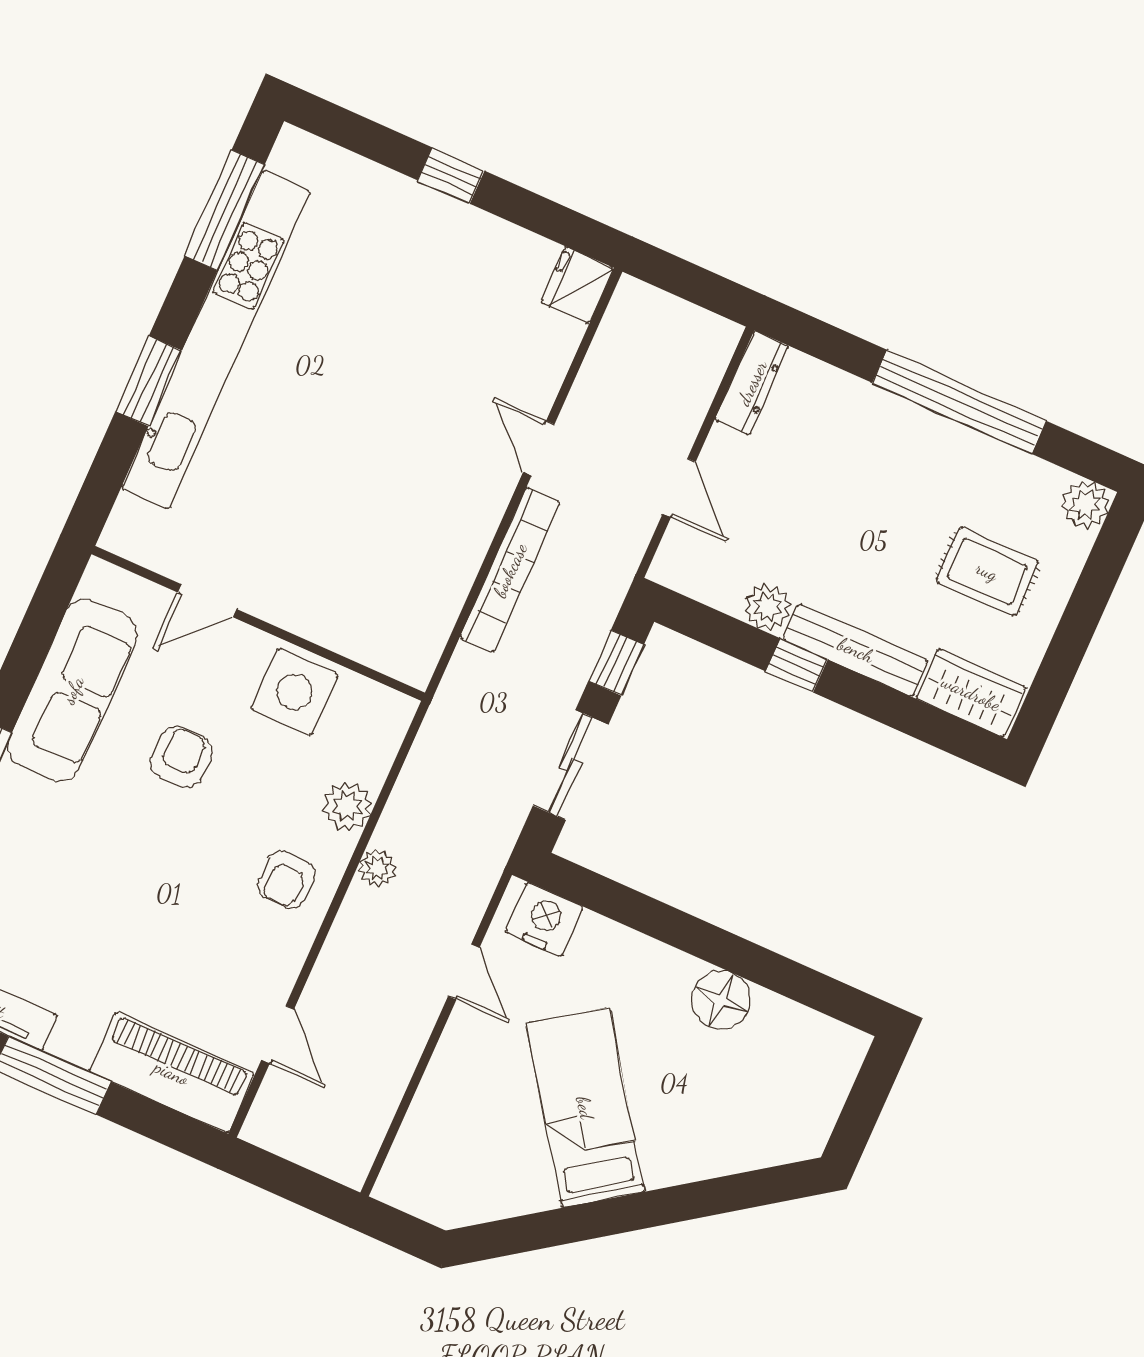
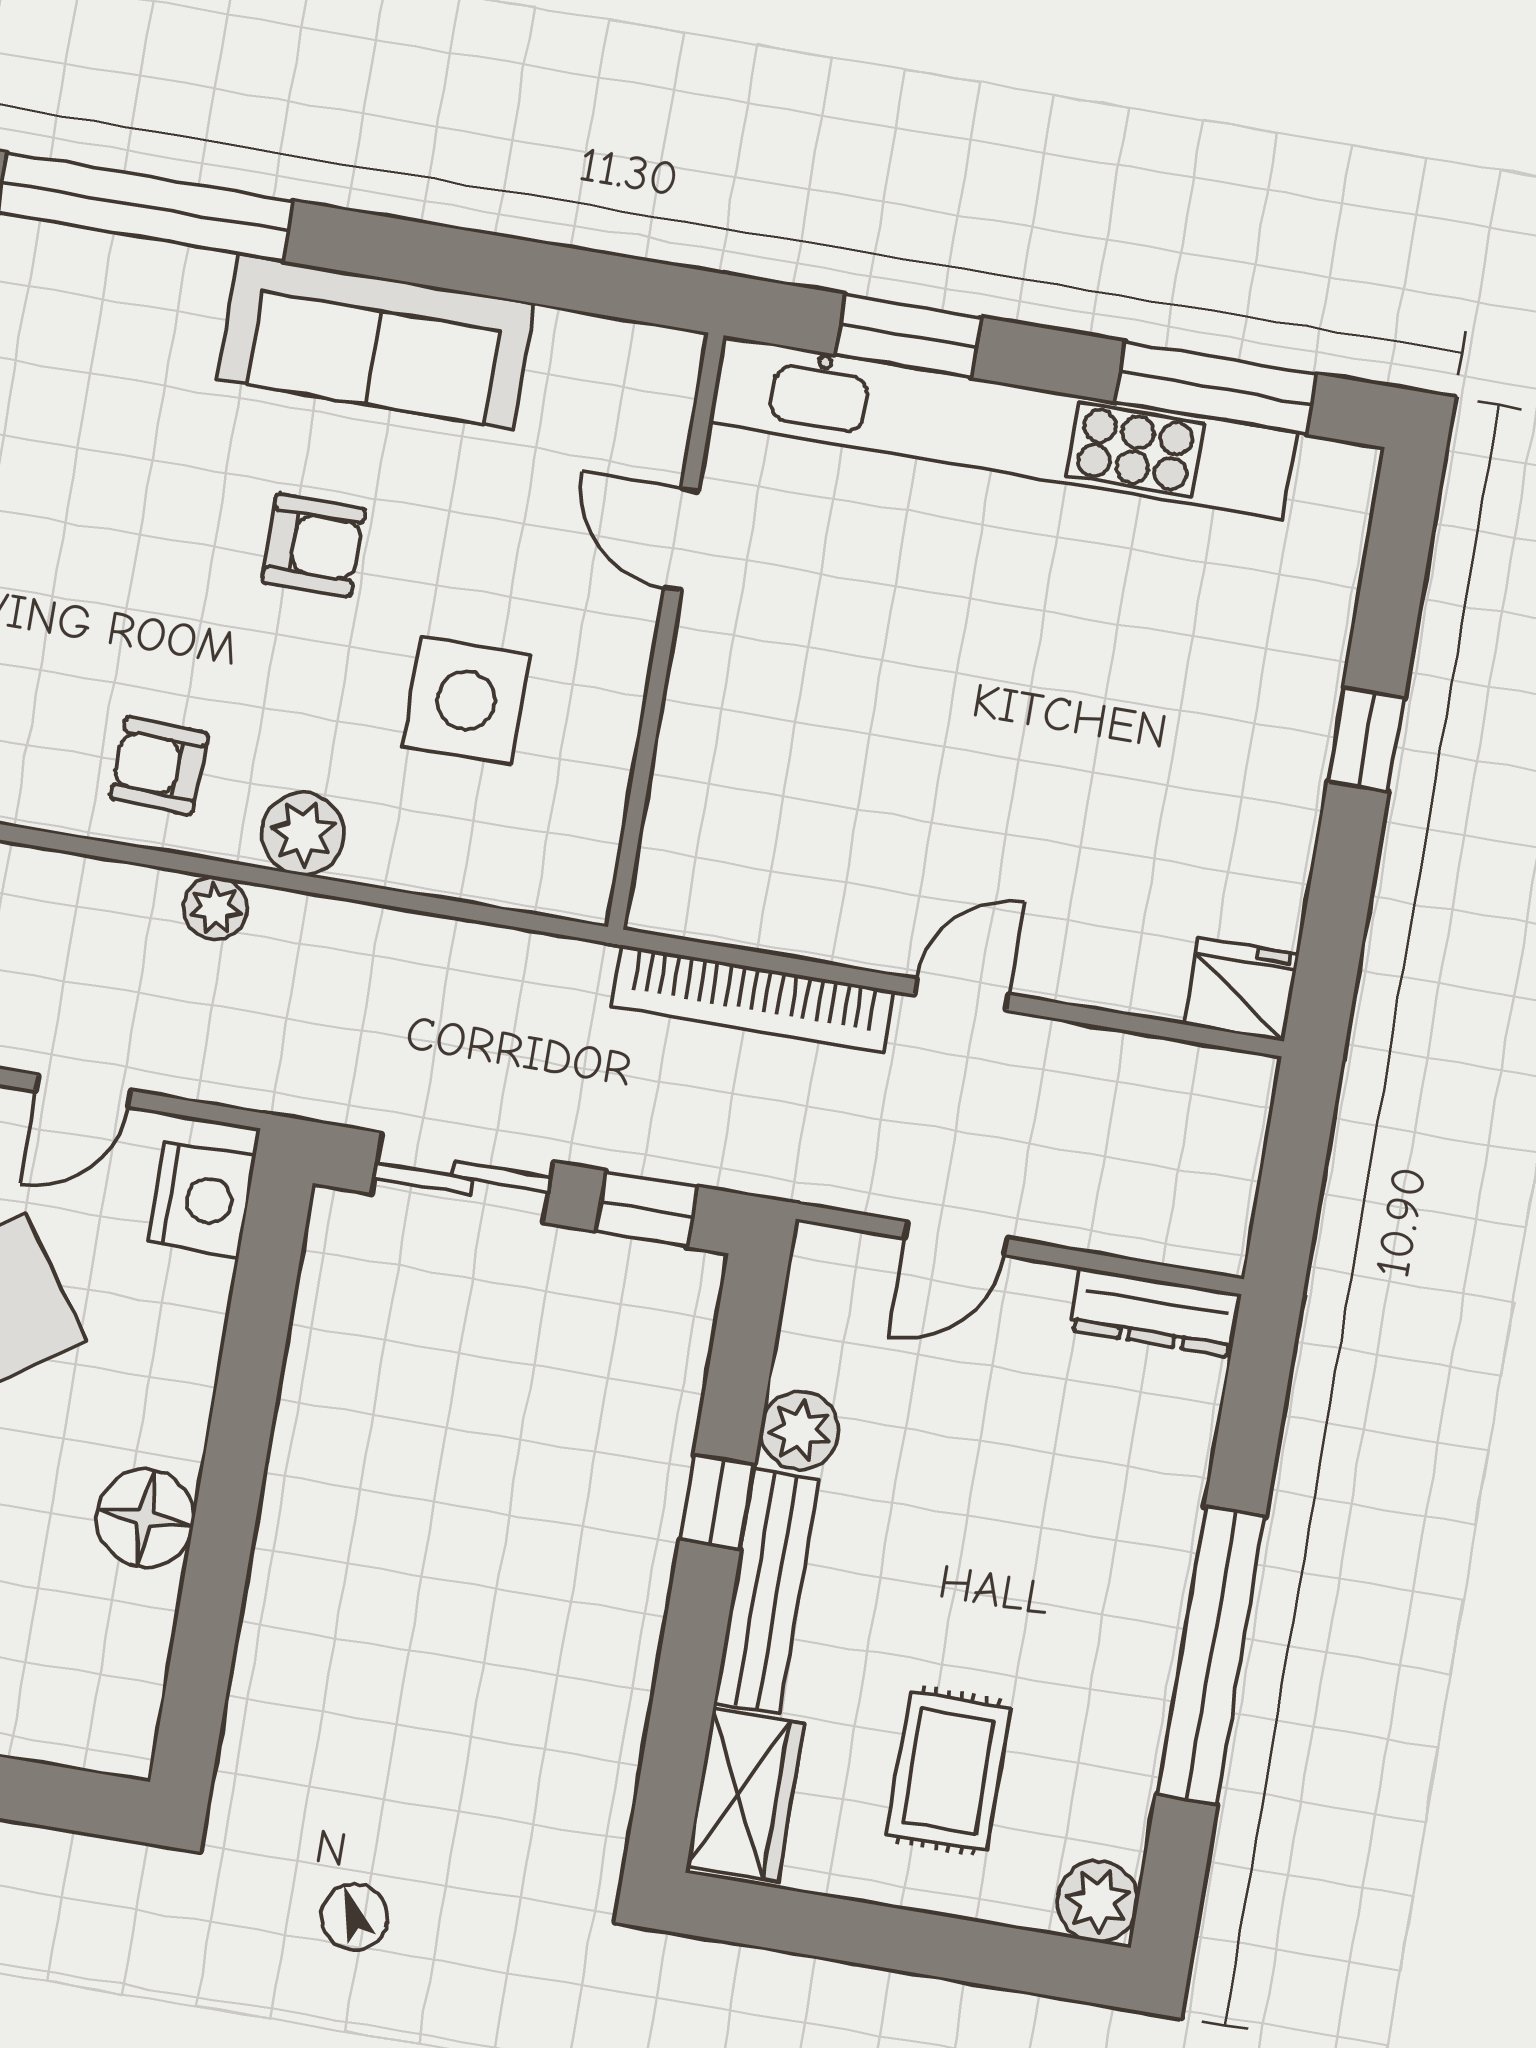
door: (207, 601) -> (681, 539), moved
wall: (258, 623) -> (666, 631), moved

